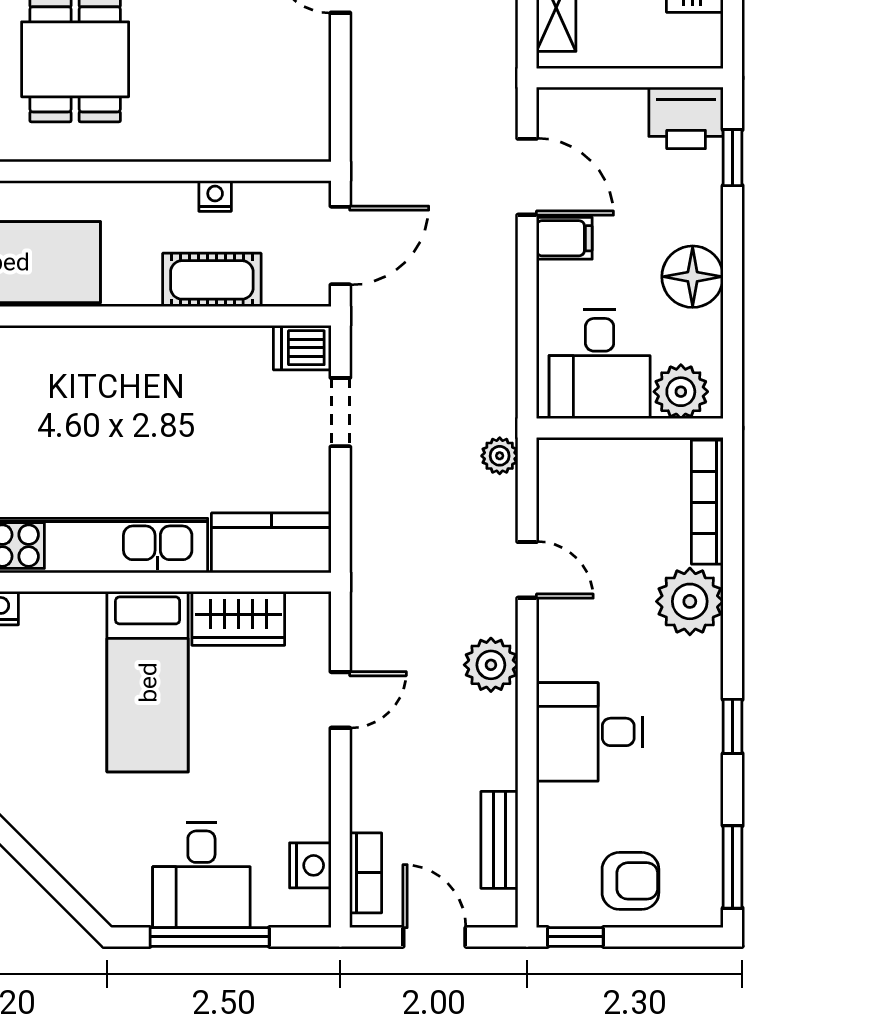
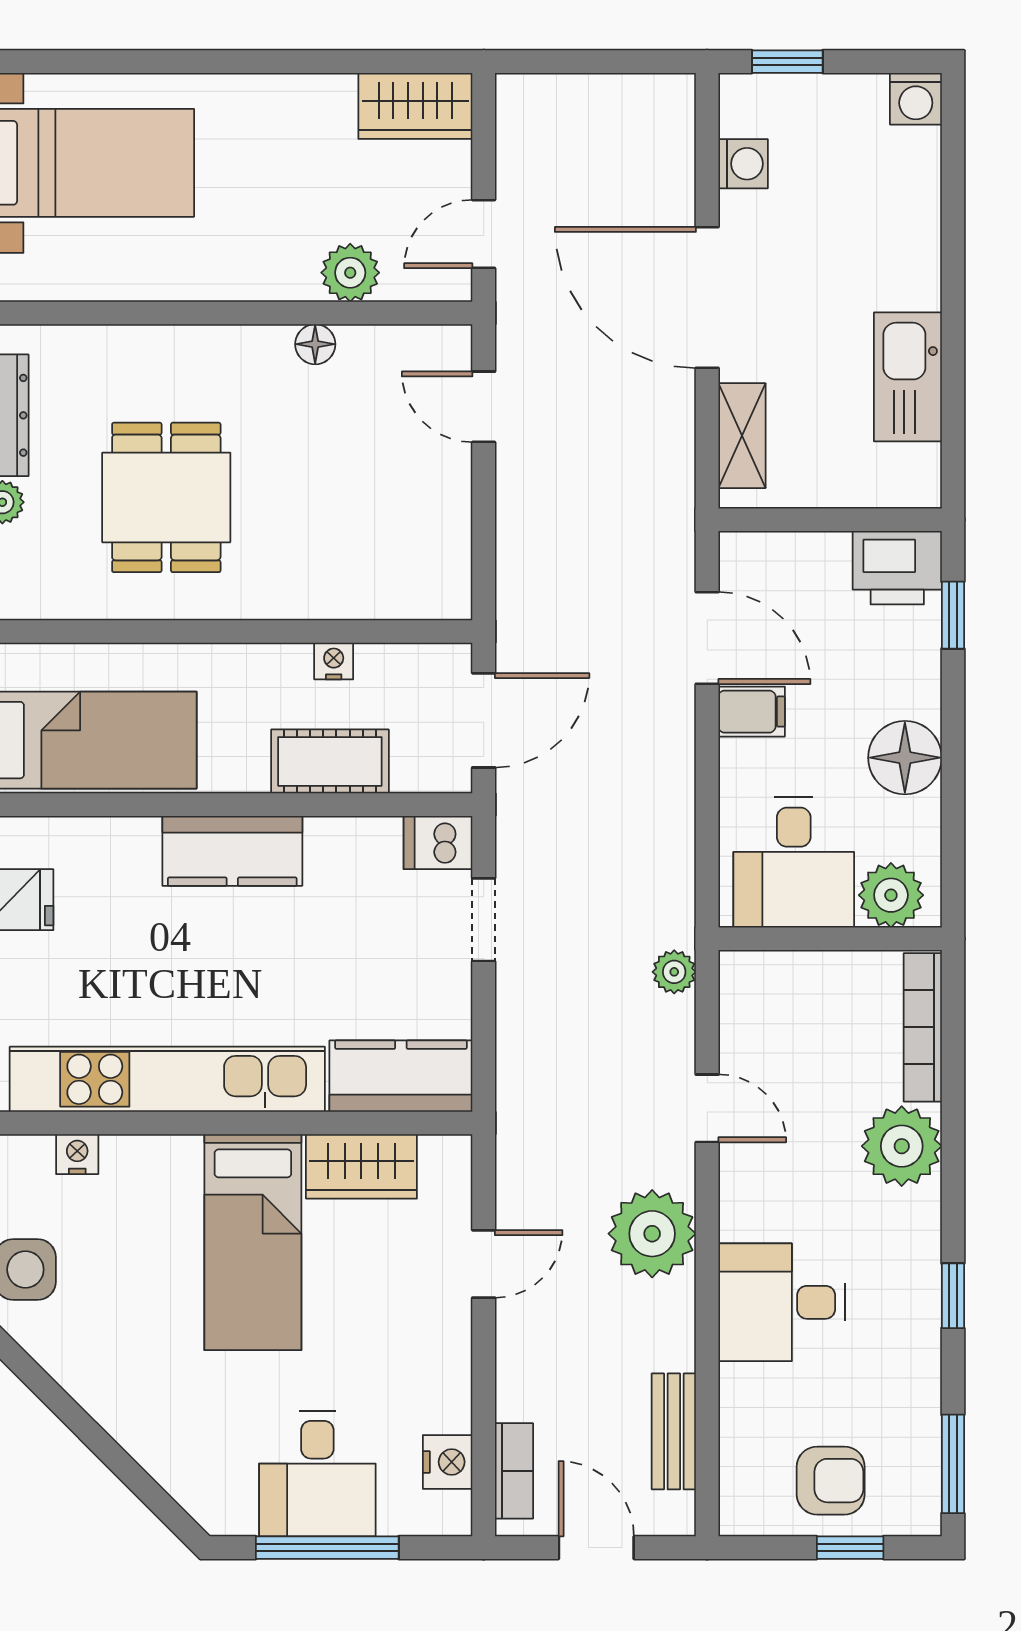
kitchen counter: (130, 355) -> (232, 851), added
plant: (491, 665) -> (652, 1234), width x1.36, depth x1.36
window: (575, 937) -> (850, 1548), moved

